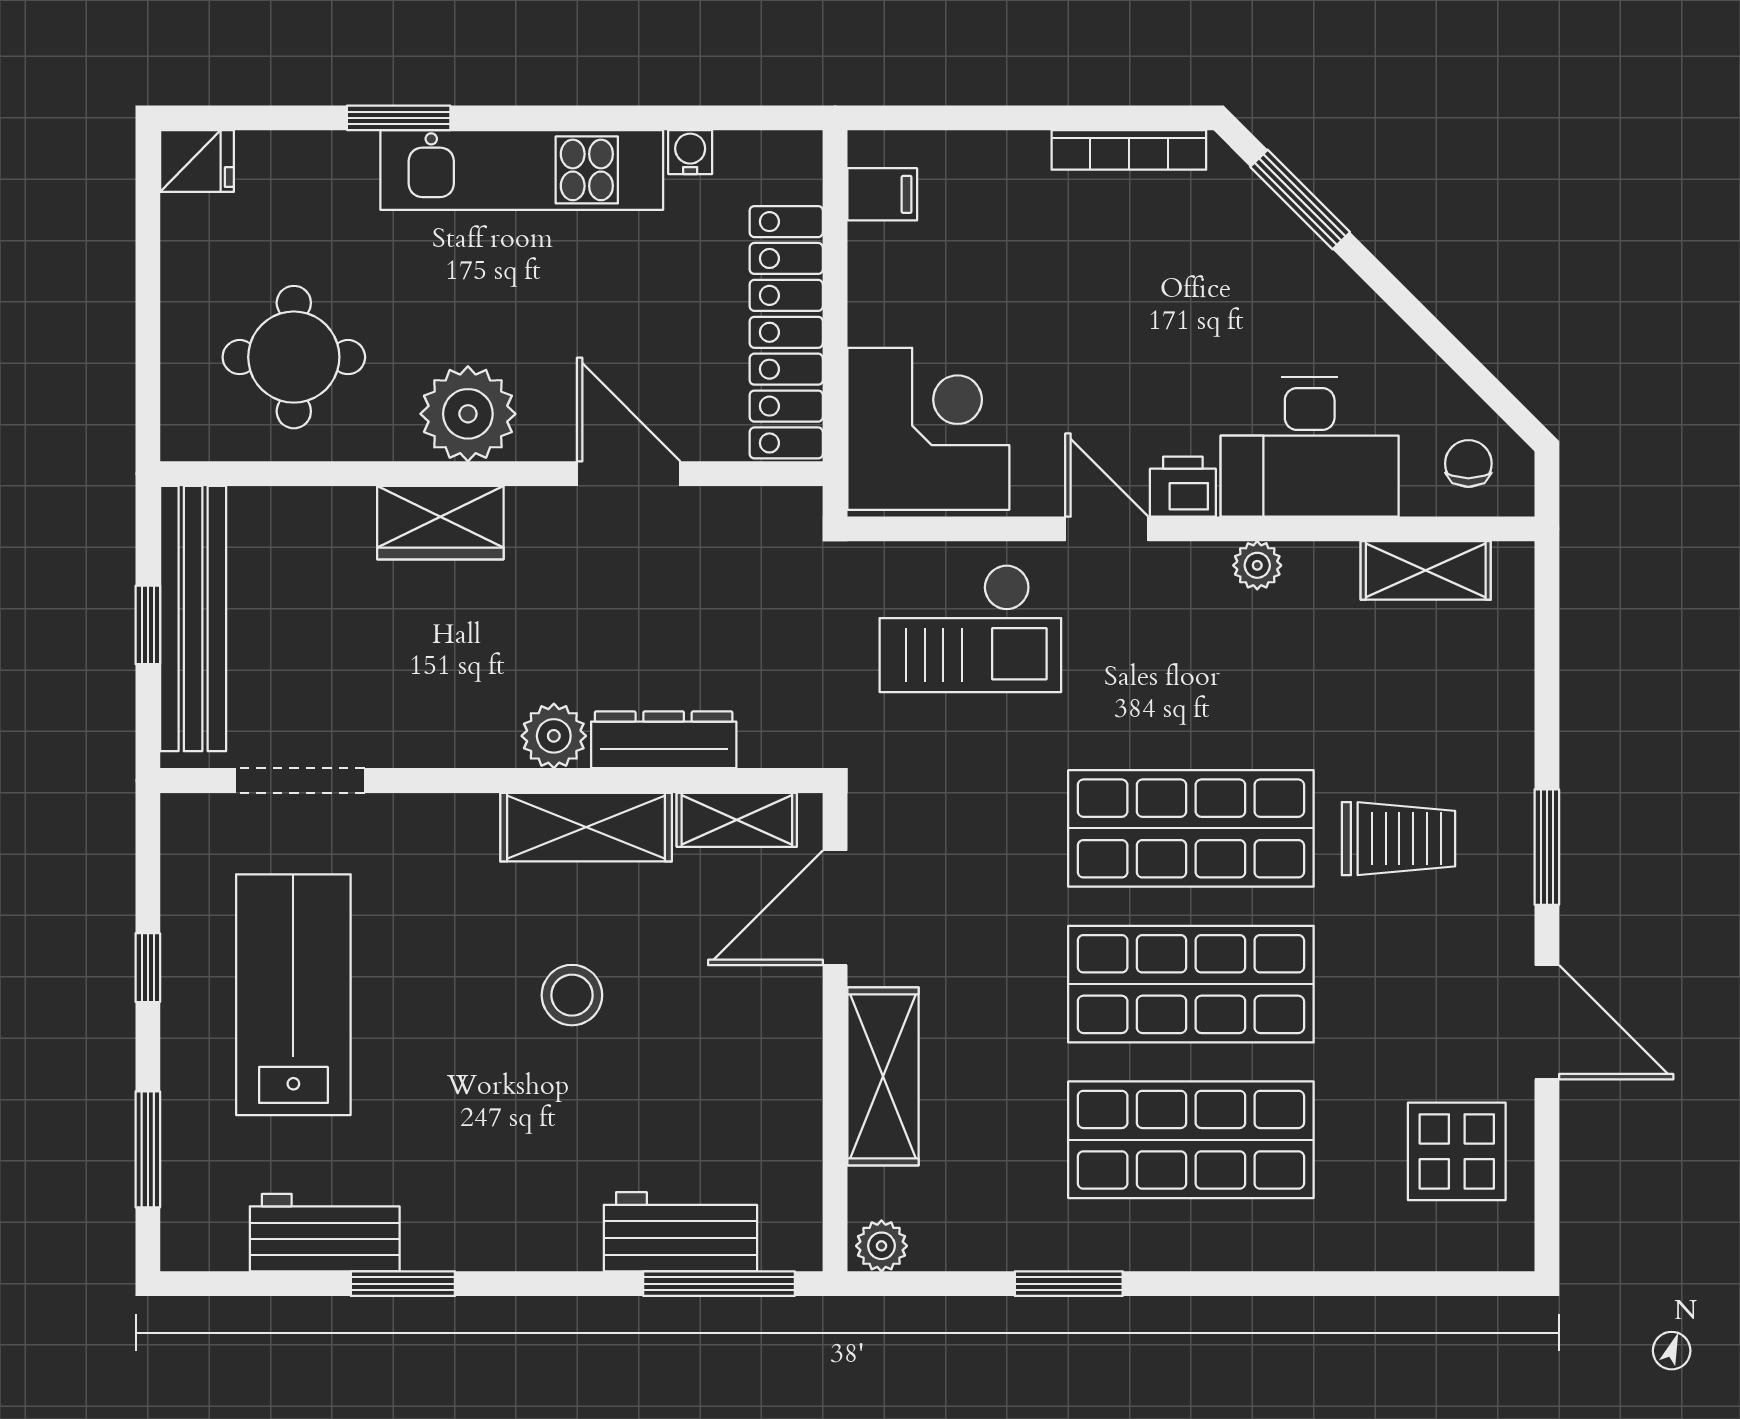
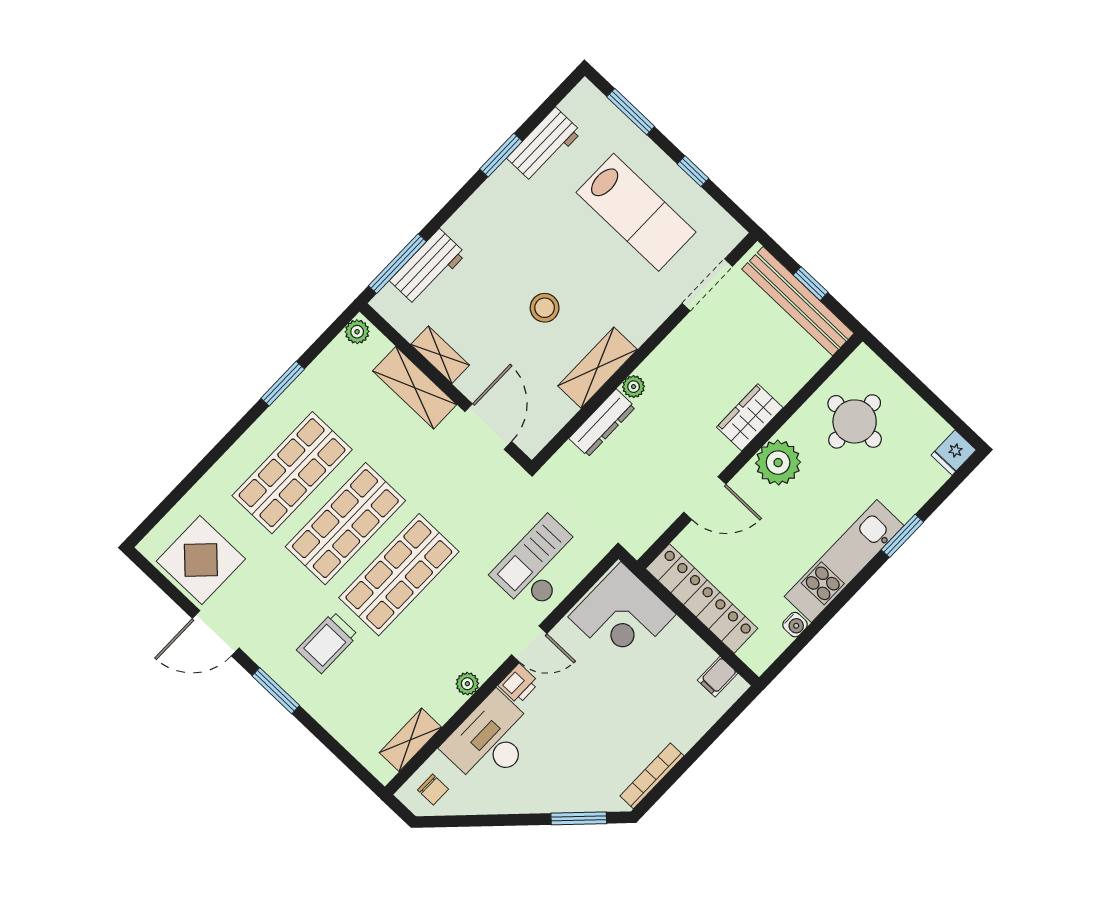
plant: (554, 736) -> (634, 387), width x0.73, depth x0.73
shelving: (737, 820) -> (440, 355), moved, turned 90
display table: (1457, 1151) -> (201, 560), width x1.36, depth x1.36

